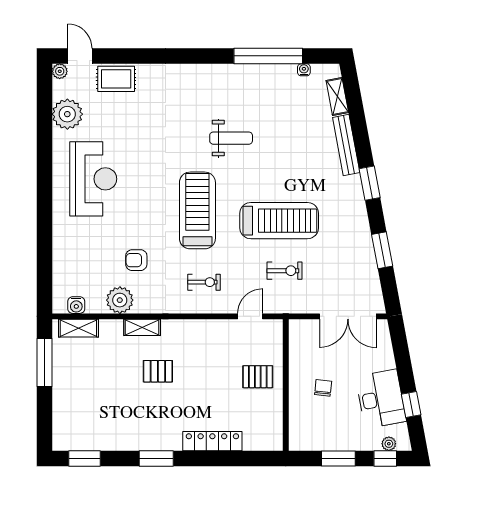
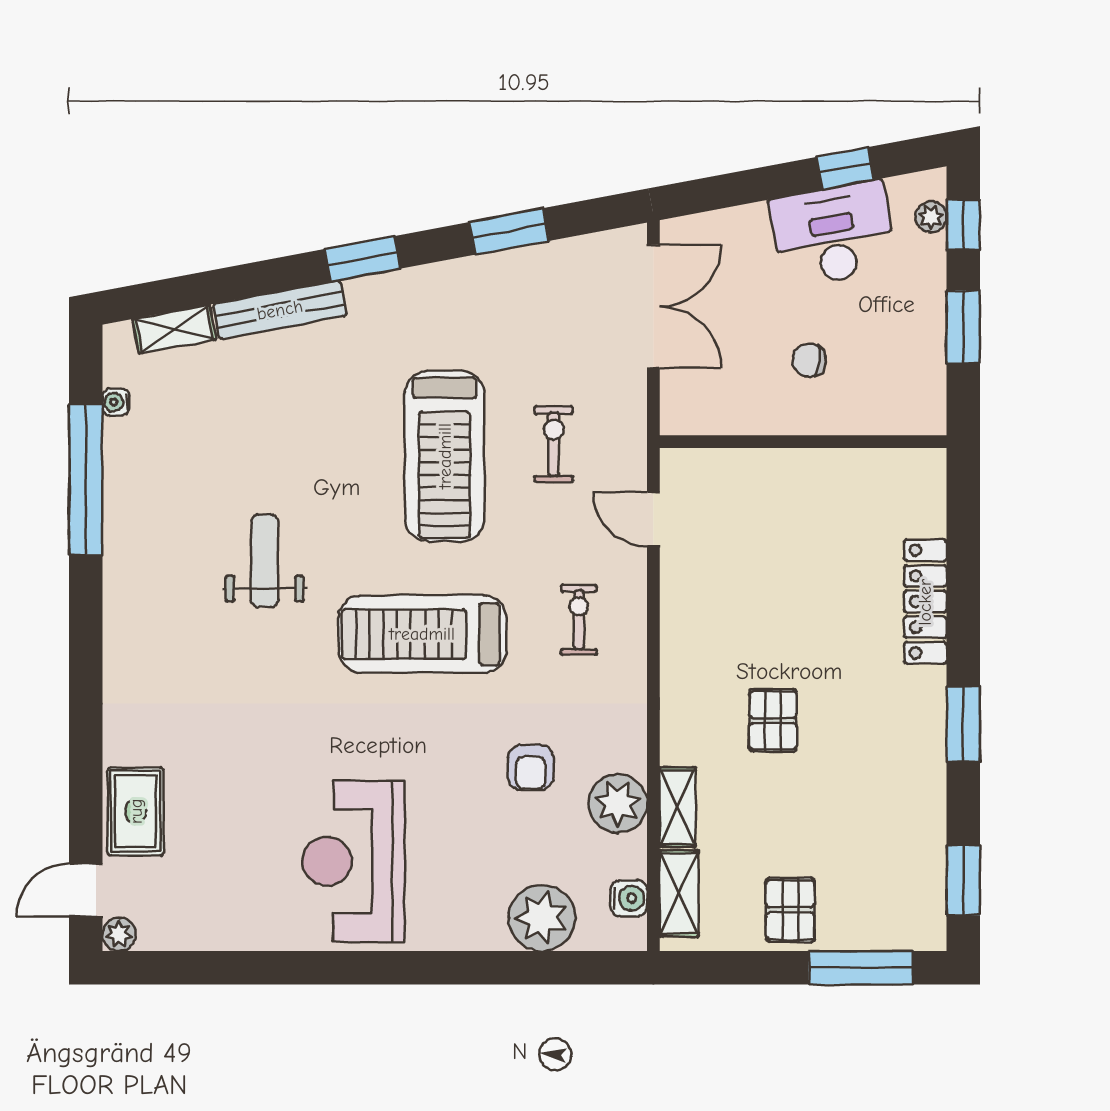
plant: (67, 114) -> (542, 918), moved
reception desk: (93, 179) -> (354, 861), turned -90
treadmill: (279, 221) -> (445, 456), turned 180
shelving: (142, 327) -> (678, 807), moved
window: (44, 362) -> (861, 968), moved
pallet: (258, 377) -> (790, 910), moved

